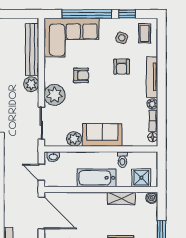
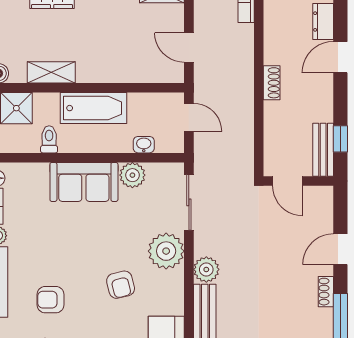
armchair: (122, 67) -> (51, 300), turned -90
armchair: (81, 75) -> (121, 285), turned -104
washbasin: (53, 157) -> (144, 145), moved
door: (41, 213) -> (189, 48), width x0.53

